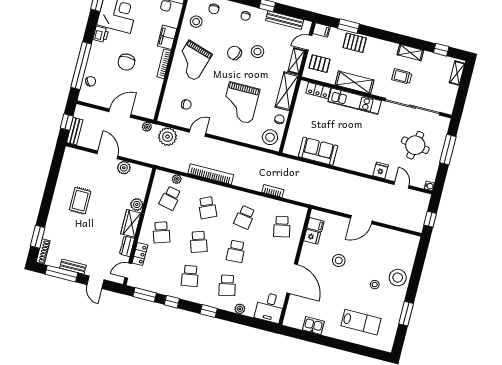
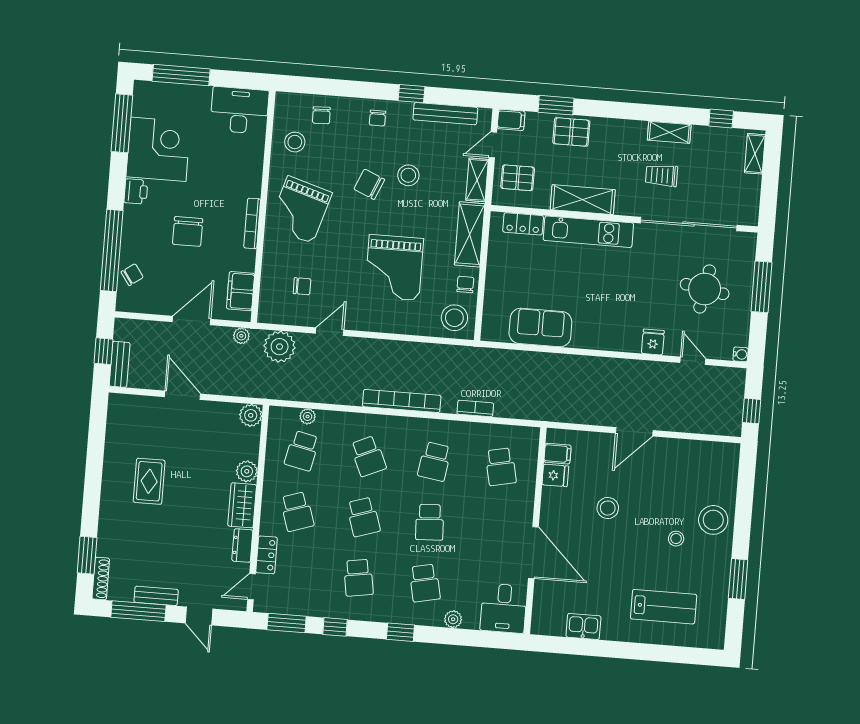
filing cabinet: (167, 37) -> (241, 291), moved
plant: (124, 168) -> (251, 415), moved
bookcase: (211, 174) -> (402, 401), moved

